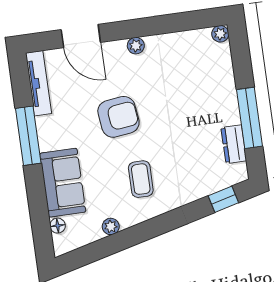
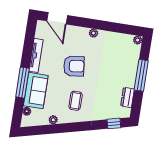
door: (81, 36) -> (57, 18), moved
tv unit: (39, 83) -> (36, 55), moved
window: (249, 118) -> (141, 75), moved
window: (28, 136) -> (22, 83), moved

